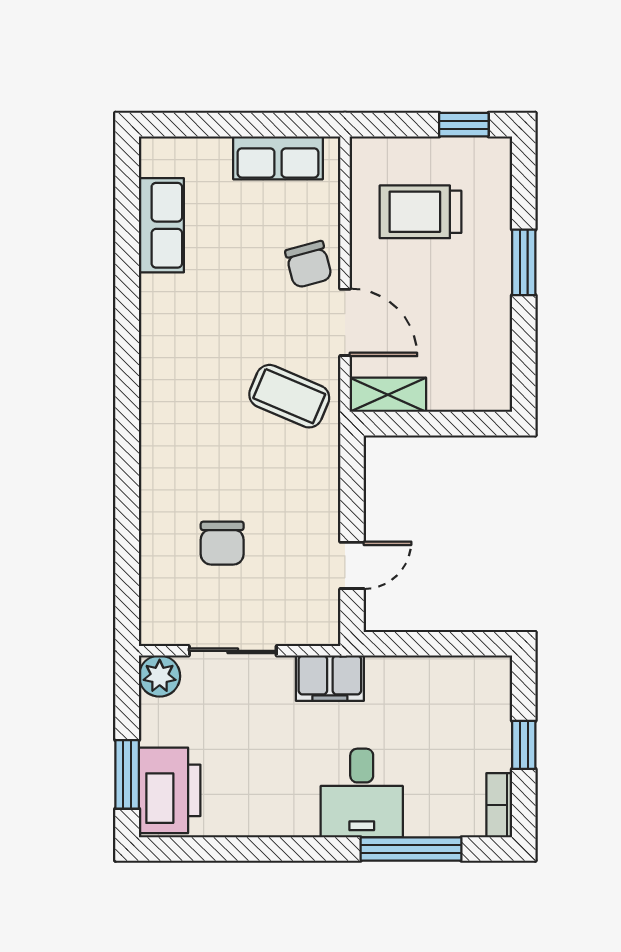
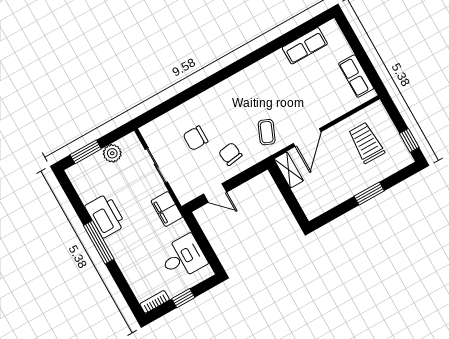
chair: (309, 264) -> (230, 154), moved, turned 97
coffee table: (289, 396) -> (267, 132), width x0.73, depth x0.77
plant: (160, 676) -> (112, 153), moved
printer: (170, 790) -> (105, 216), moved, turned -90
desk: (362, 793) -> (183, 257), moved, turned 180
window: (411, 849) -> (99, 242), moved

